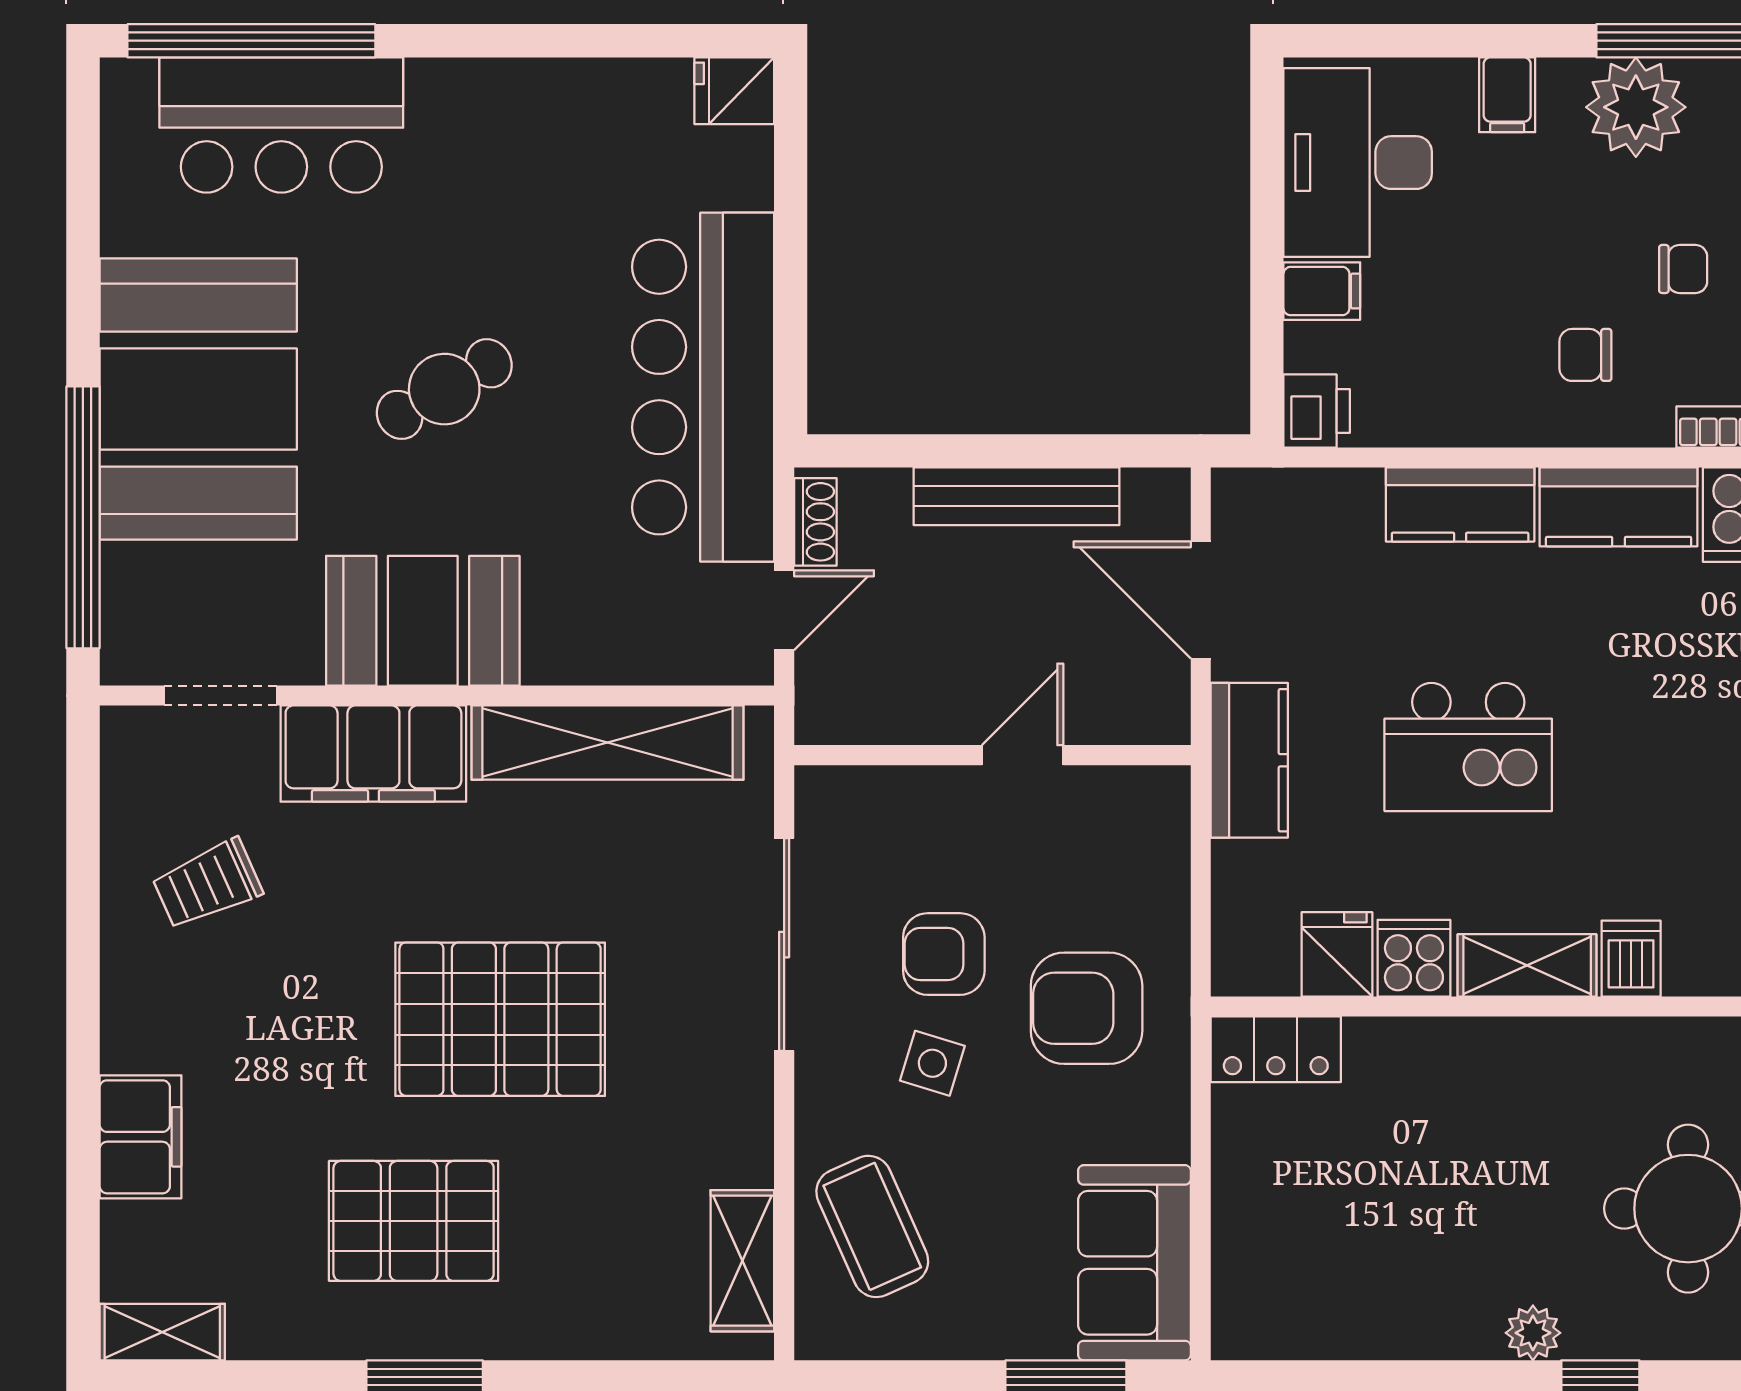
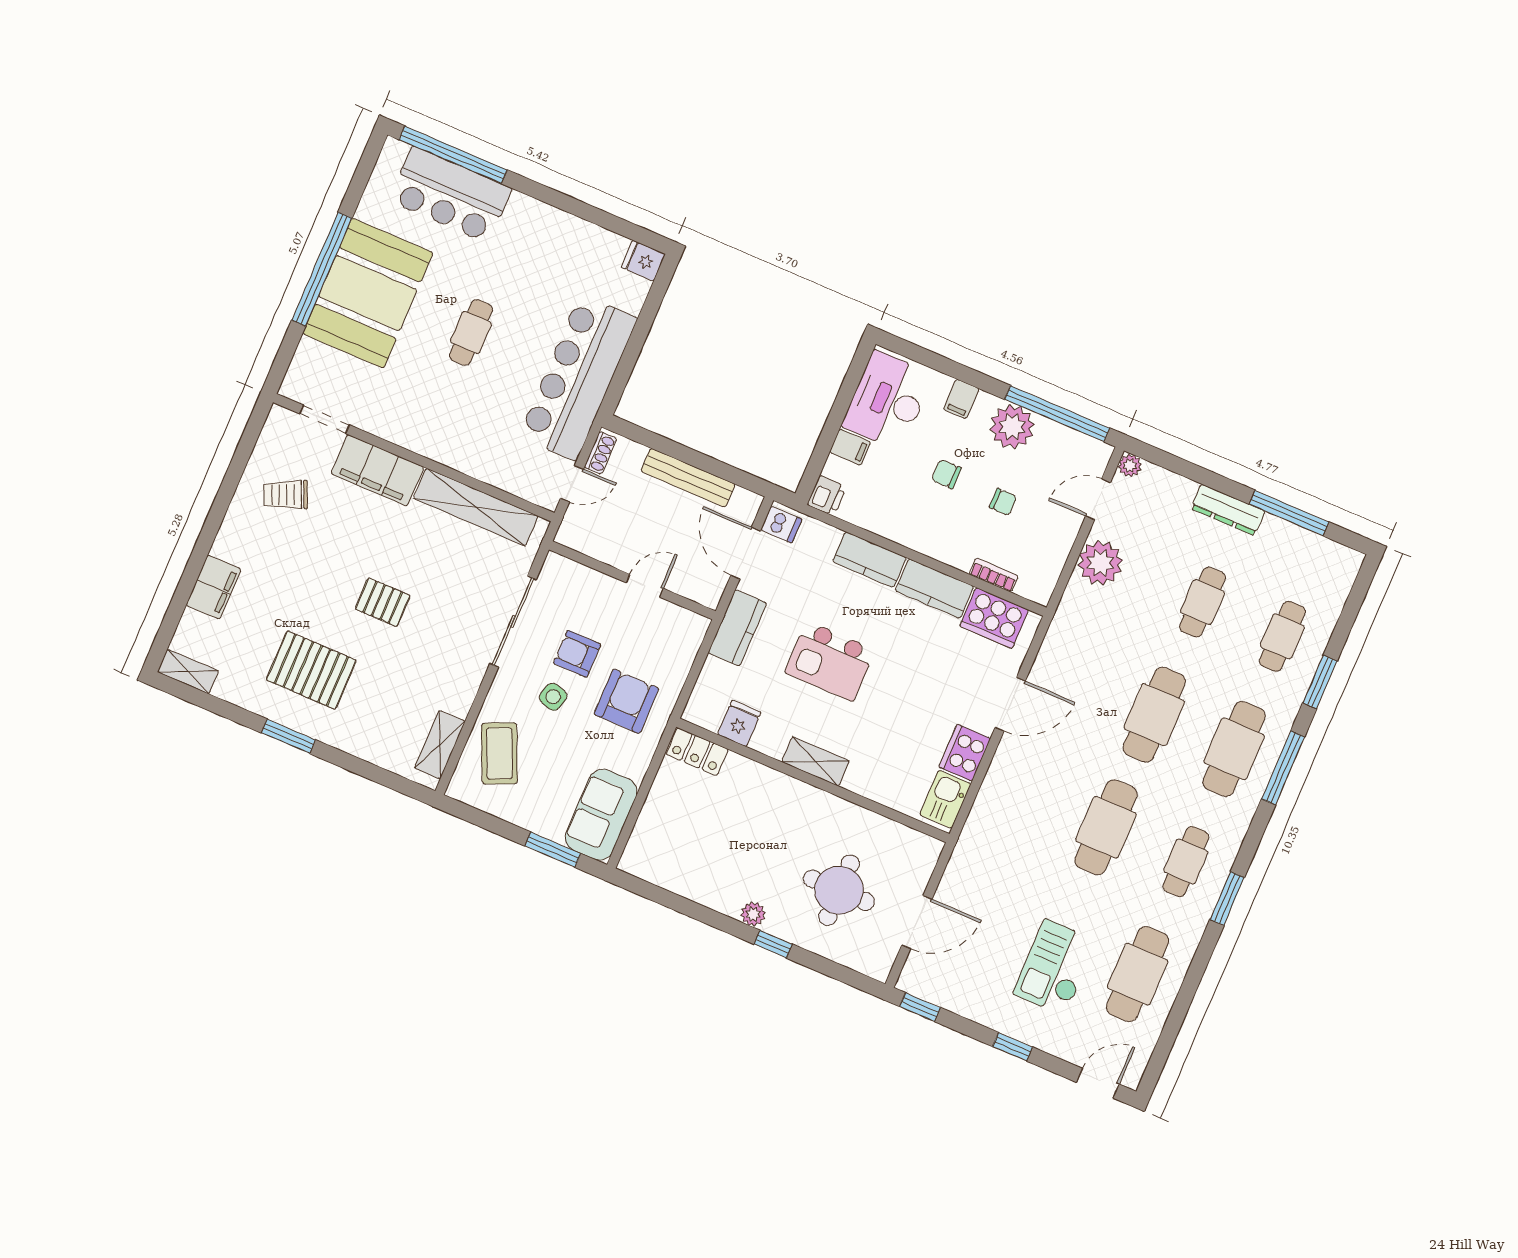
chair: (1585, 355) -> (946, 474), moved
cafe table: (444, 389) -> (471, 332), turned -60
window: (83, 517) -> (322, 269), moved
booth: (423, 621) -> (421, 424), removed
cooker: (1414, 958) -> (770, 739), removed
dishwasher: (1631, 959) -> (781, 524), moved, turned 90
armchair: (1087, 1008) -> (626, 701), turned 90
pallet: (500, 1019) -> (383, 602), width x0.49, depth x0.50

